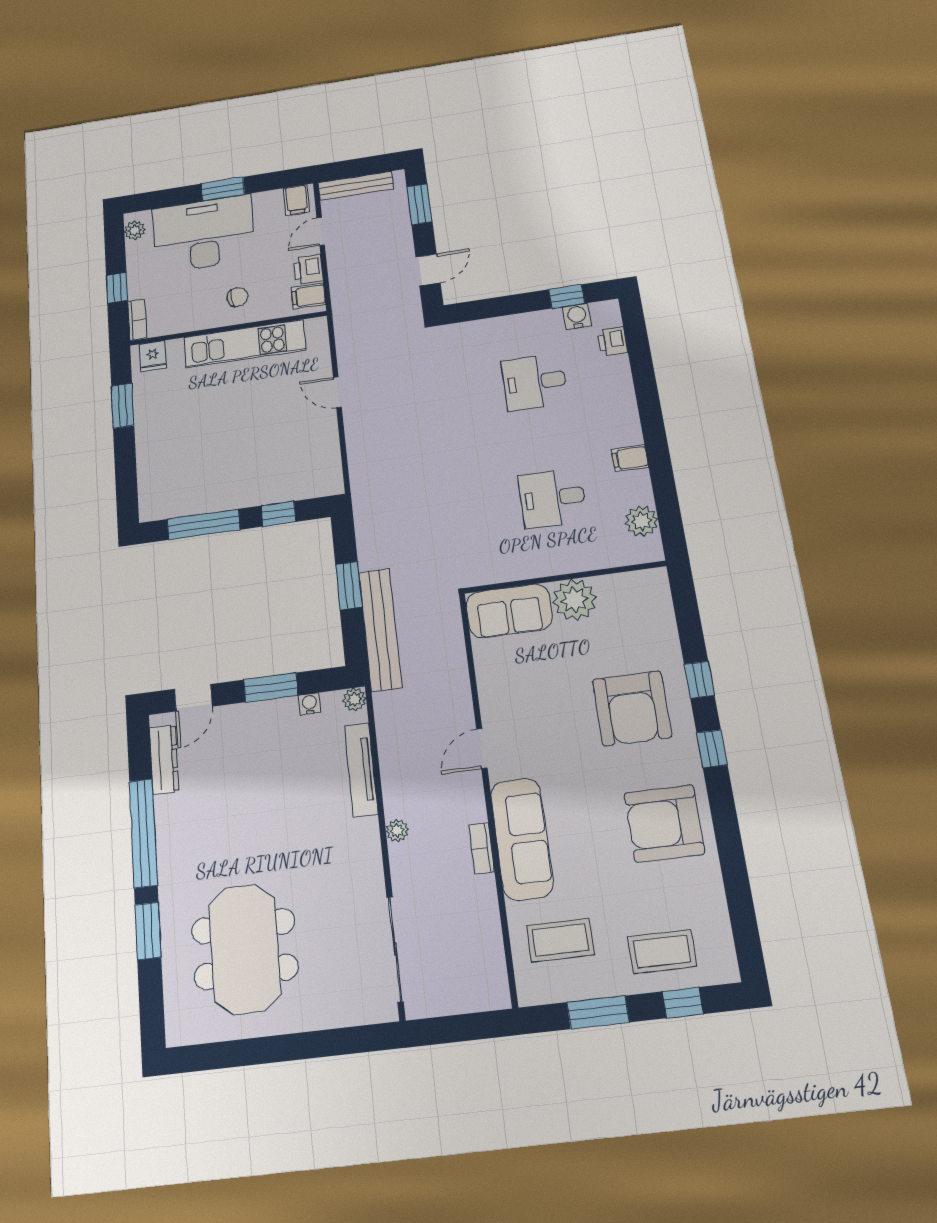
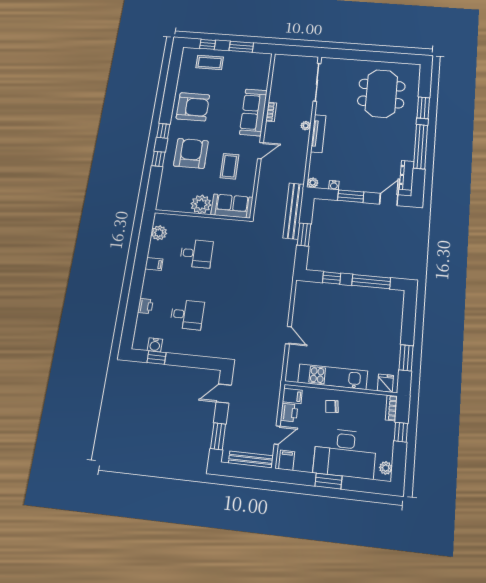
printer: (613, 342) -> (145, 306), moved
tv unit: (361, 770) -> (318, 134), moved
coffee table: (560, 940) -> (229, 166), moved, turned 90

